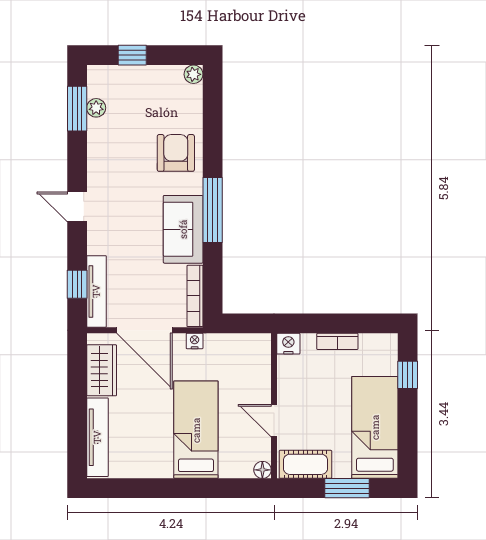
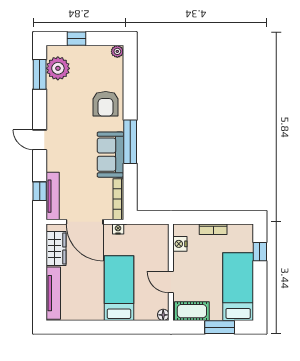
plant: (96, 108) -> (58, 68), width x1.87, depth x1.87
armchair: (176, 153) -> (106, 104), turned 180
nightstand: (288, 344) -> (180, 244), moved, turned -90

